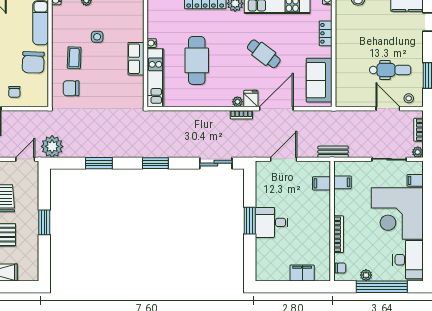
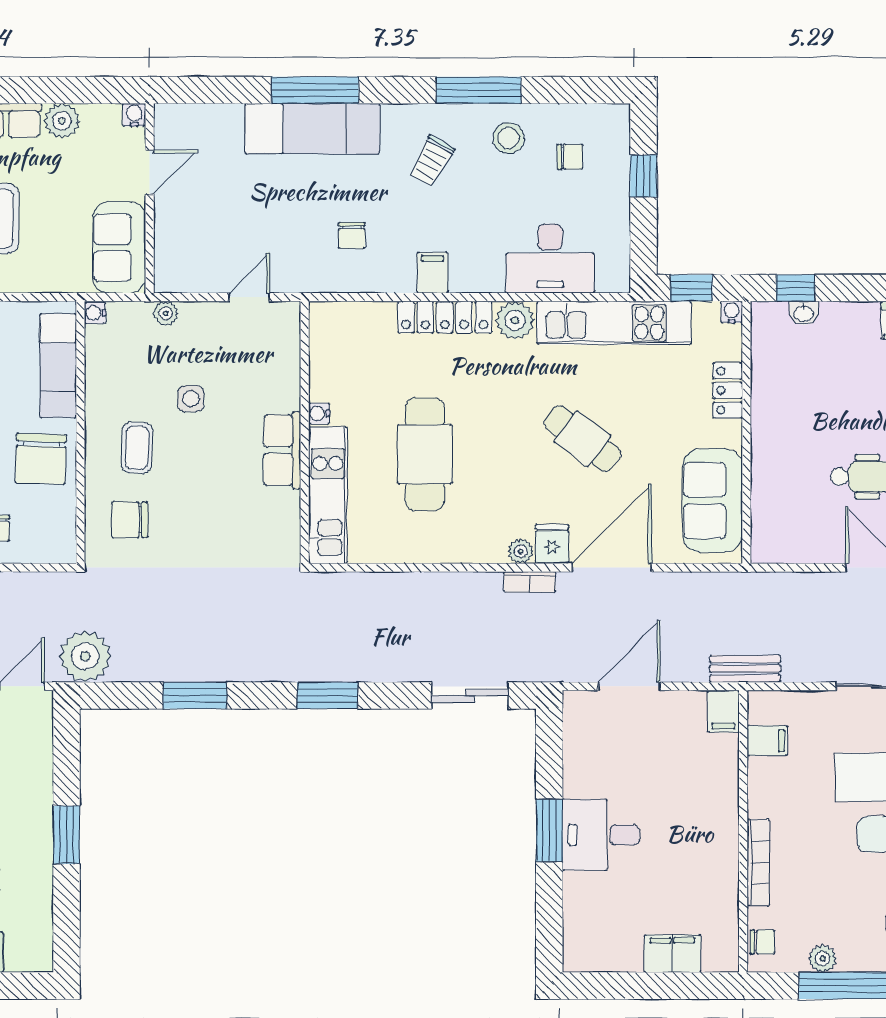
filing cabinet: (322, 183) -> (723, 711), moved, turned -90

